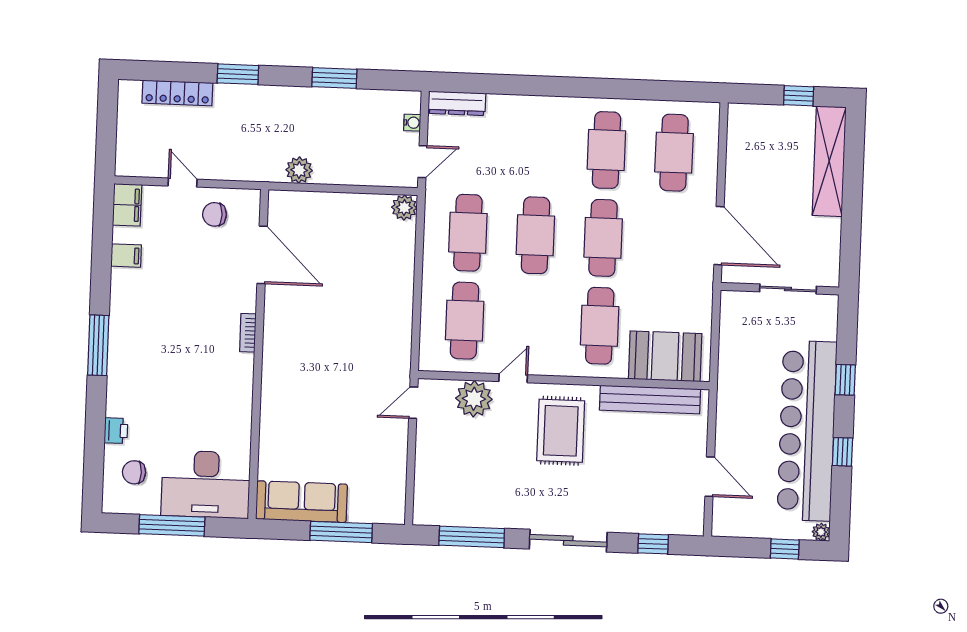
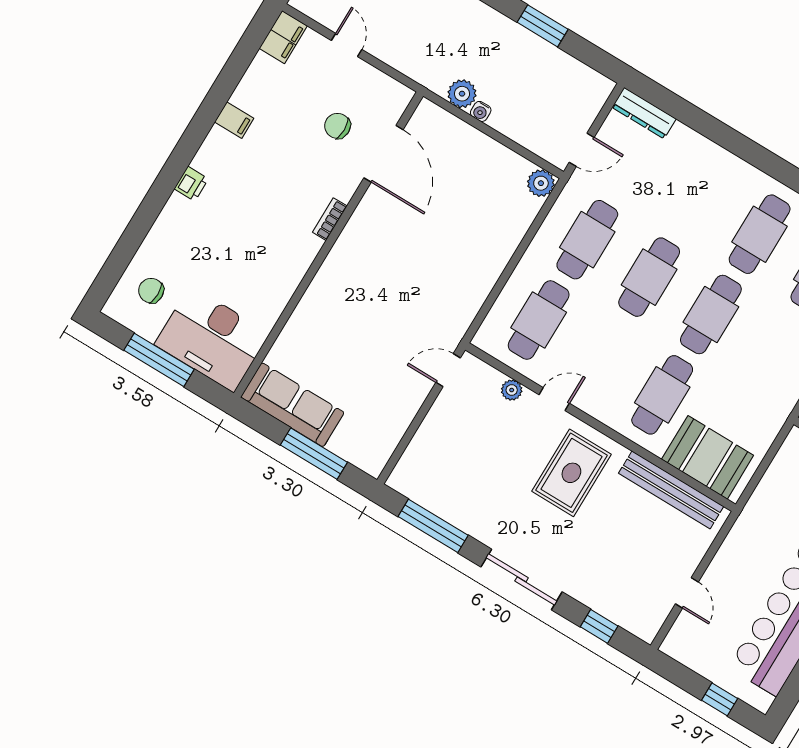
water cooler: (412, 123) -> (481, 111), moved, turned 90
chair: (214, 214) -> (337, 126), moved
filing cabinet: (126, 256) -> (234, 120), moved
window: (98, 345) -> (184, 153), removed
plant: (474, 399) -> (512, 390), width x0.53, depth x0.53
printer: (116, 431) -> (191, 184), moved
door: (710, 477) -> (687, 593), width x0.73
plant: (821, 532) -> (762, 702), removed

